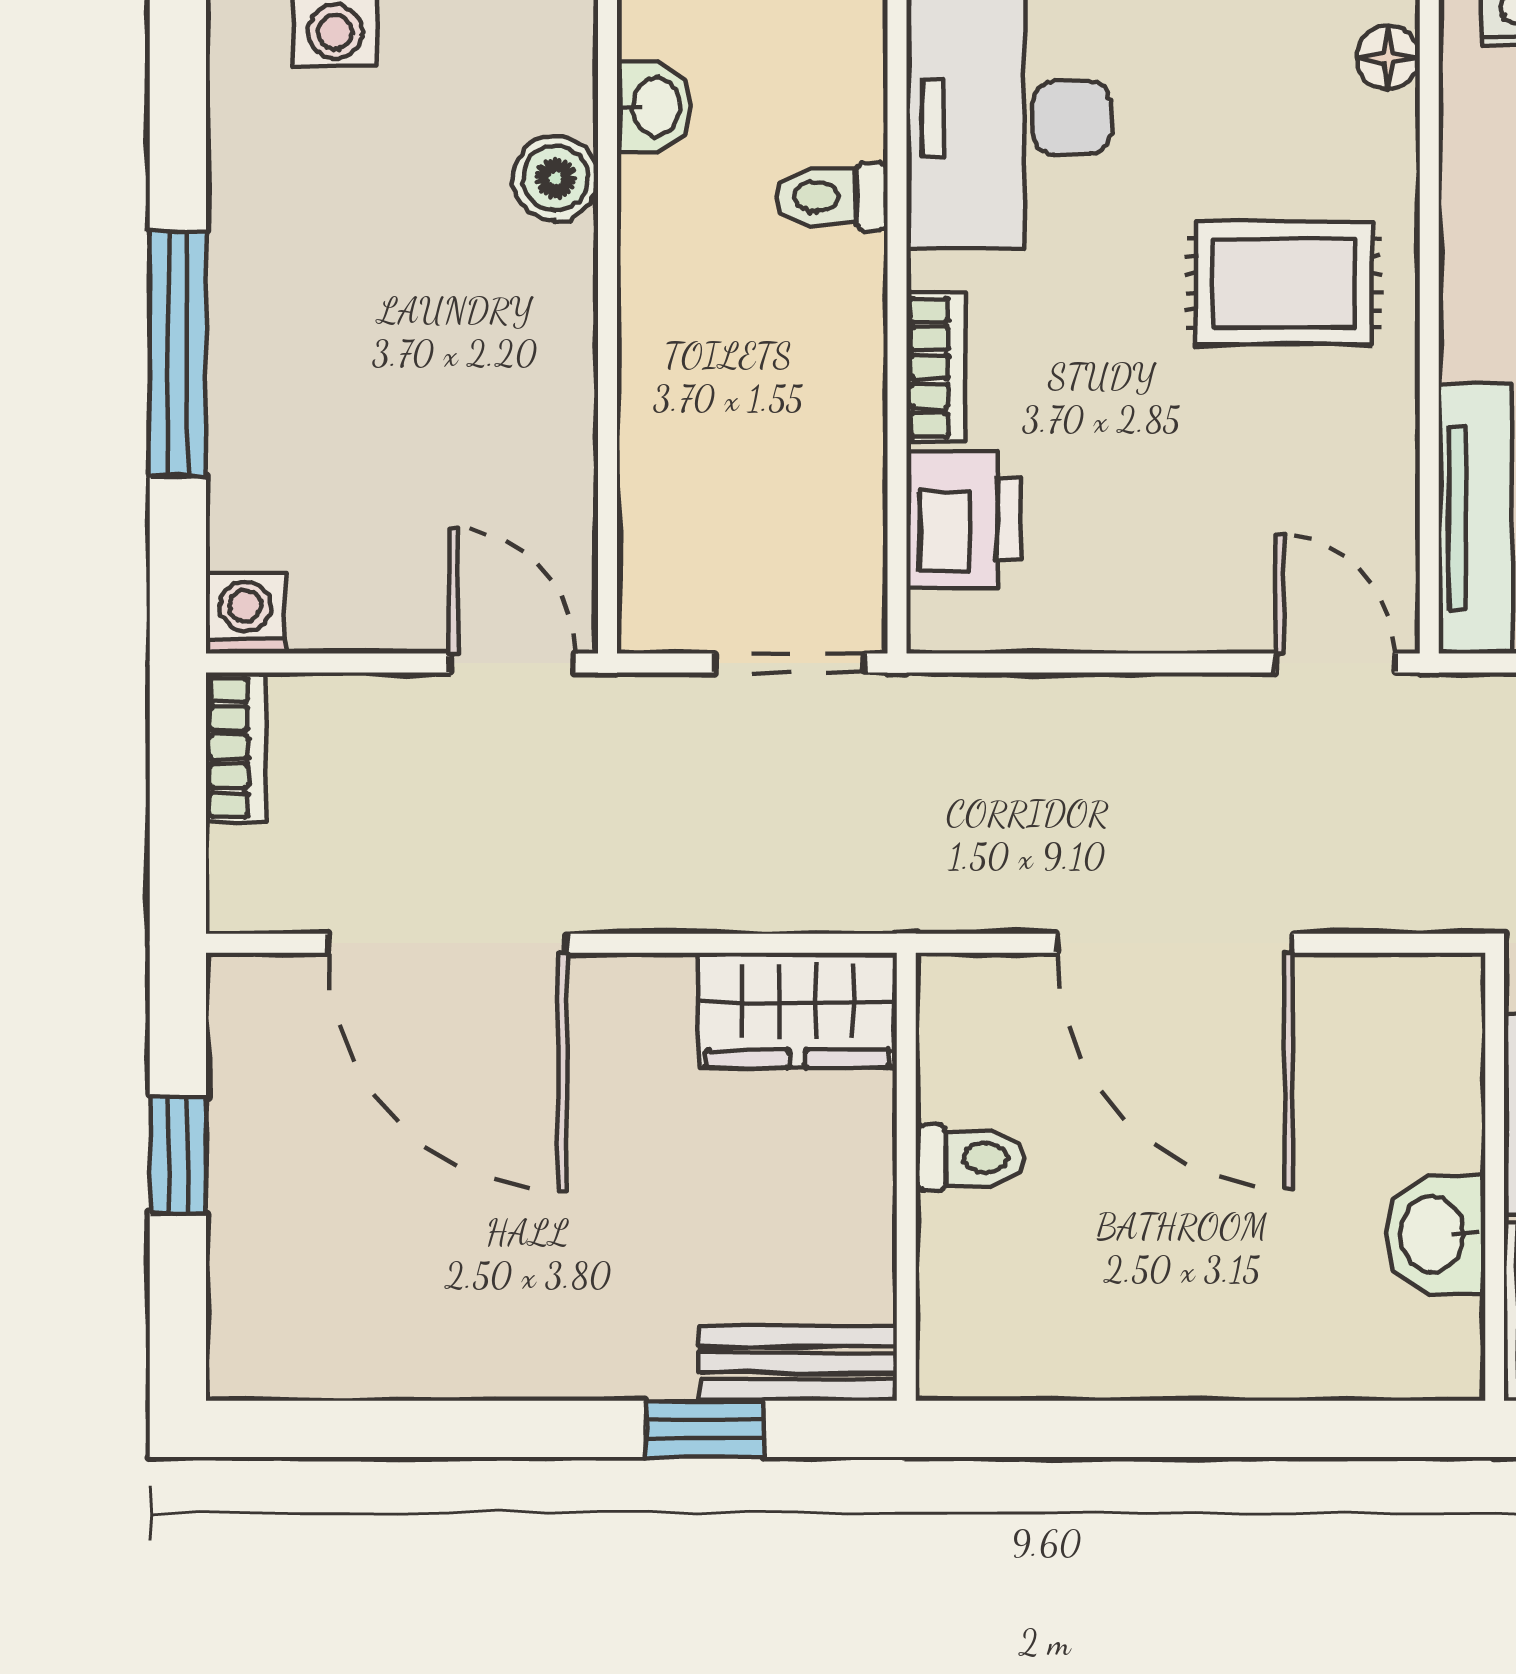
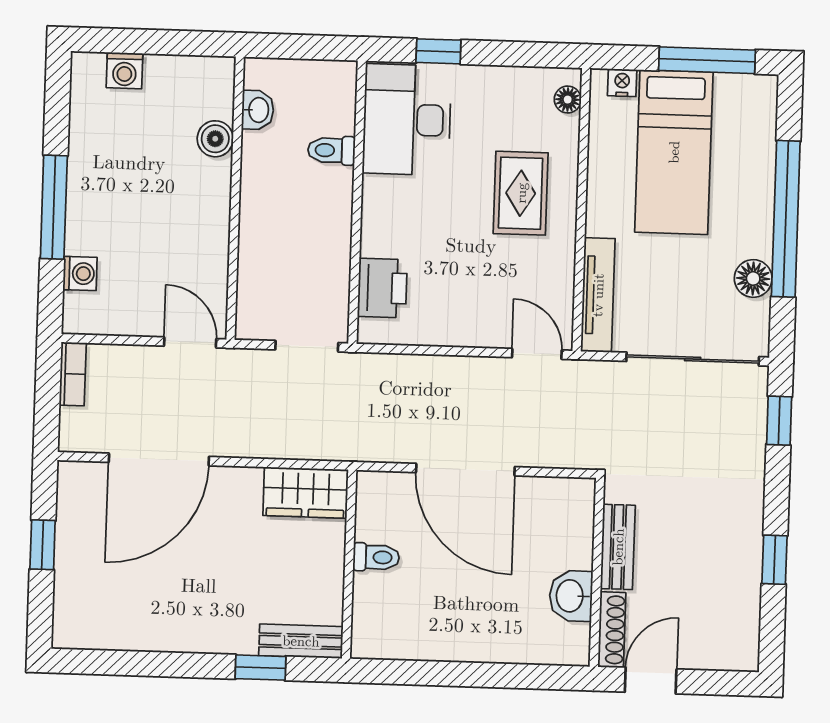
rug: (1284, 283) -> (521, 193), turned 90
bookcase: (936, 367) -> (373, 224), removed
washing machine: (245, 614) -> (80, 274), moved, turned 90
door: (447, 943) -> (159, 459), hinge flipped

